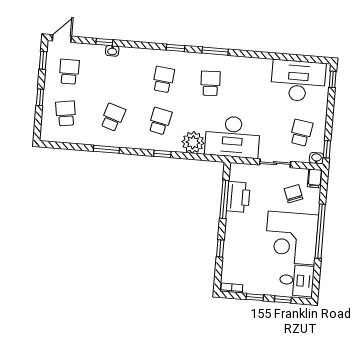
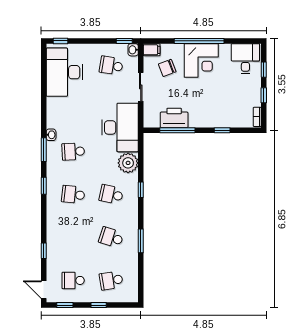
washbasin: (112, 51) -> (51, 135), moved
corner desk: (291, 238) -> (201, 60), width x0.74, depth x0.74

